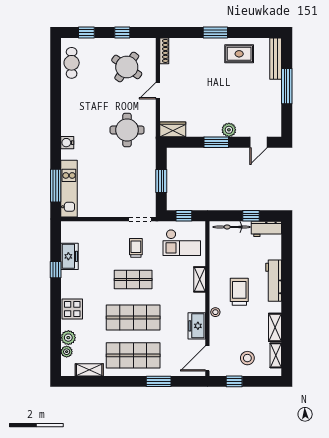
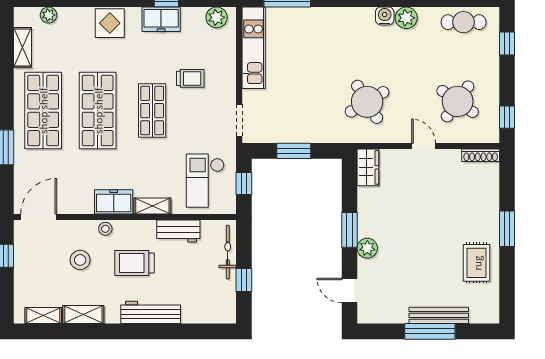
window: (122, 33) -> (507, 117), moved
bench: (276, 59) -> (439, 315), moved
plant: (69, 103) -> (406, 18), added
round table: (127, 130) -> (367, 102), turned -31
water cooler: (67, 143) -> (385, 16), moved
kitchen unit: (69, 189) -> (254, 48), moved, turned -90
workbench: (266, 229) -> (178, 231), moved, turned -90
trolley: (136, 248) -> (190, 78), moved
freezer: (70, 256) -> (161, 19), moved
trolley: (239, 292) -> (135, 263), turned 180
freezer: (197, 326) -> (114, 202), moved
plant: (68, 338) -> (217, 17), moved
door: (207, 358) -> (39, 217), hinge flipped
stool: (247, 358) -> (80, 260), moved

